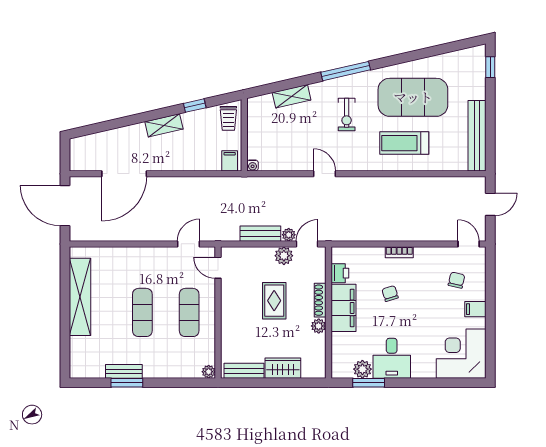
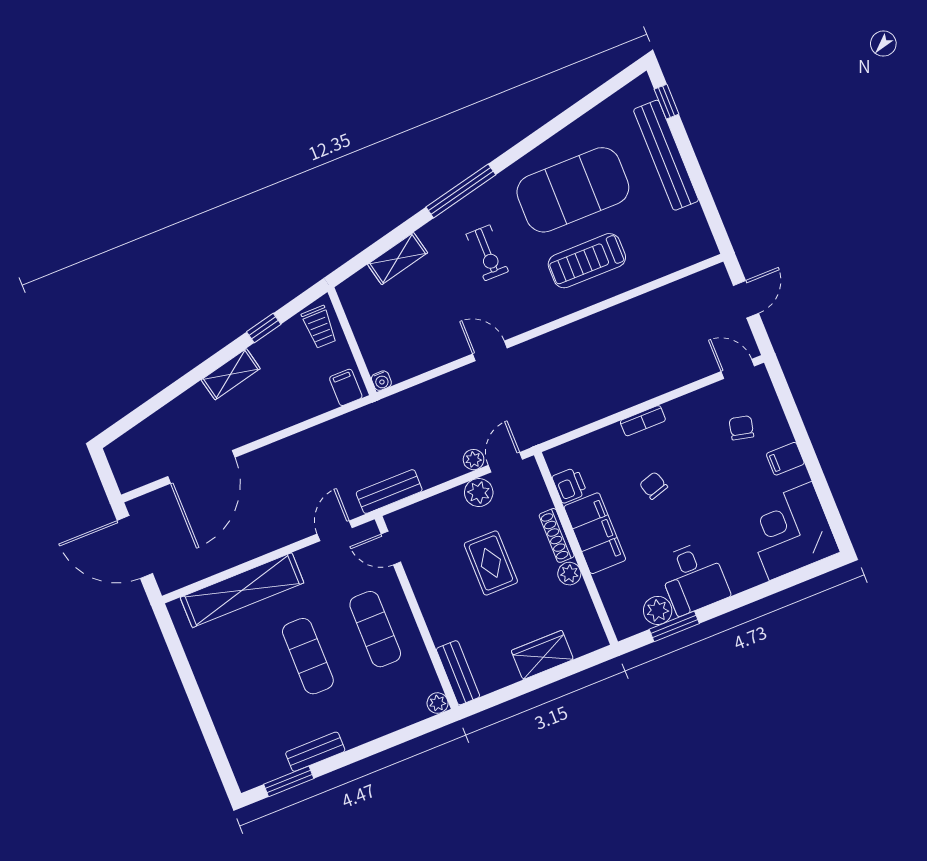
bench: (477, 136) -> (666, 155), moved
bench: (260, 234) -> (389, 492), moved
shelving: (80, 297) -> (242, 590), moved, turned 90
bench: (244, 371) -> (458, 673), moved, turned 90
window: (127, 383) -> (289, 781), moved

